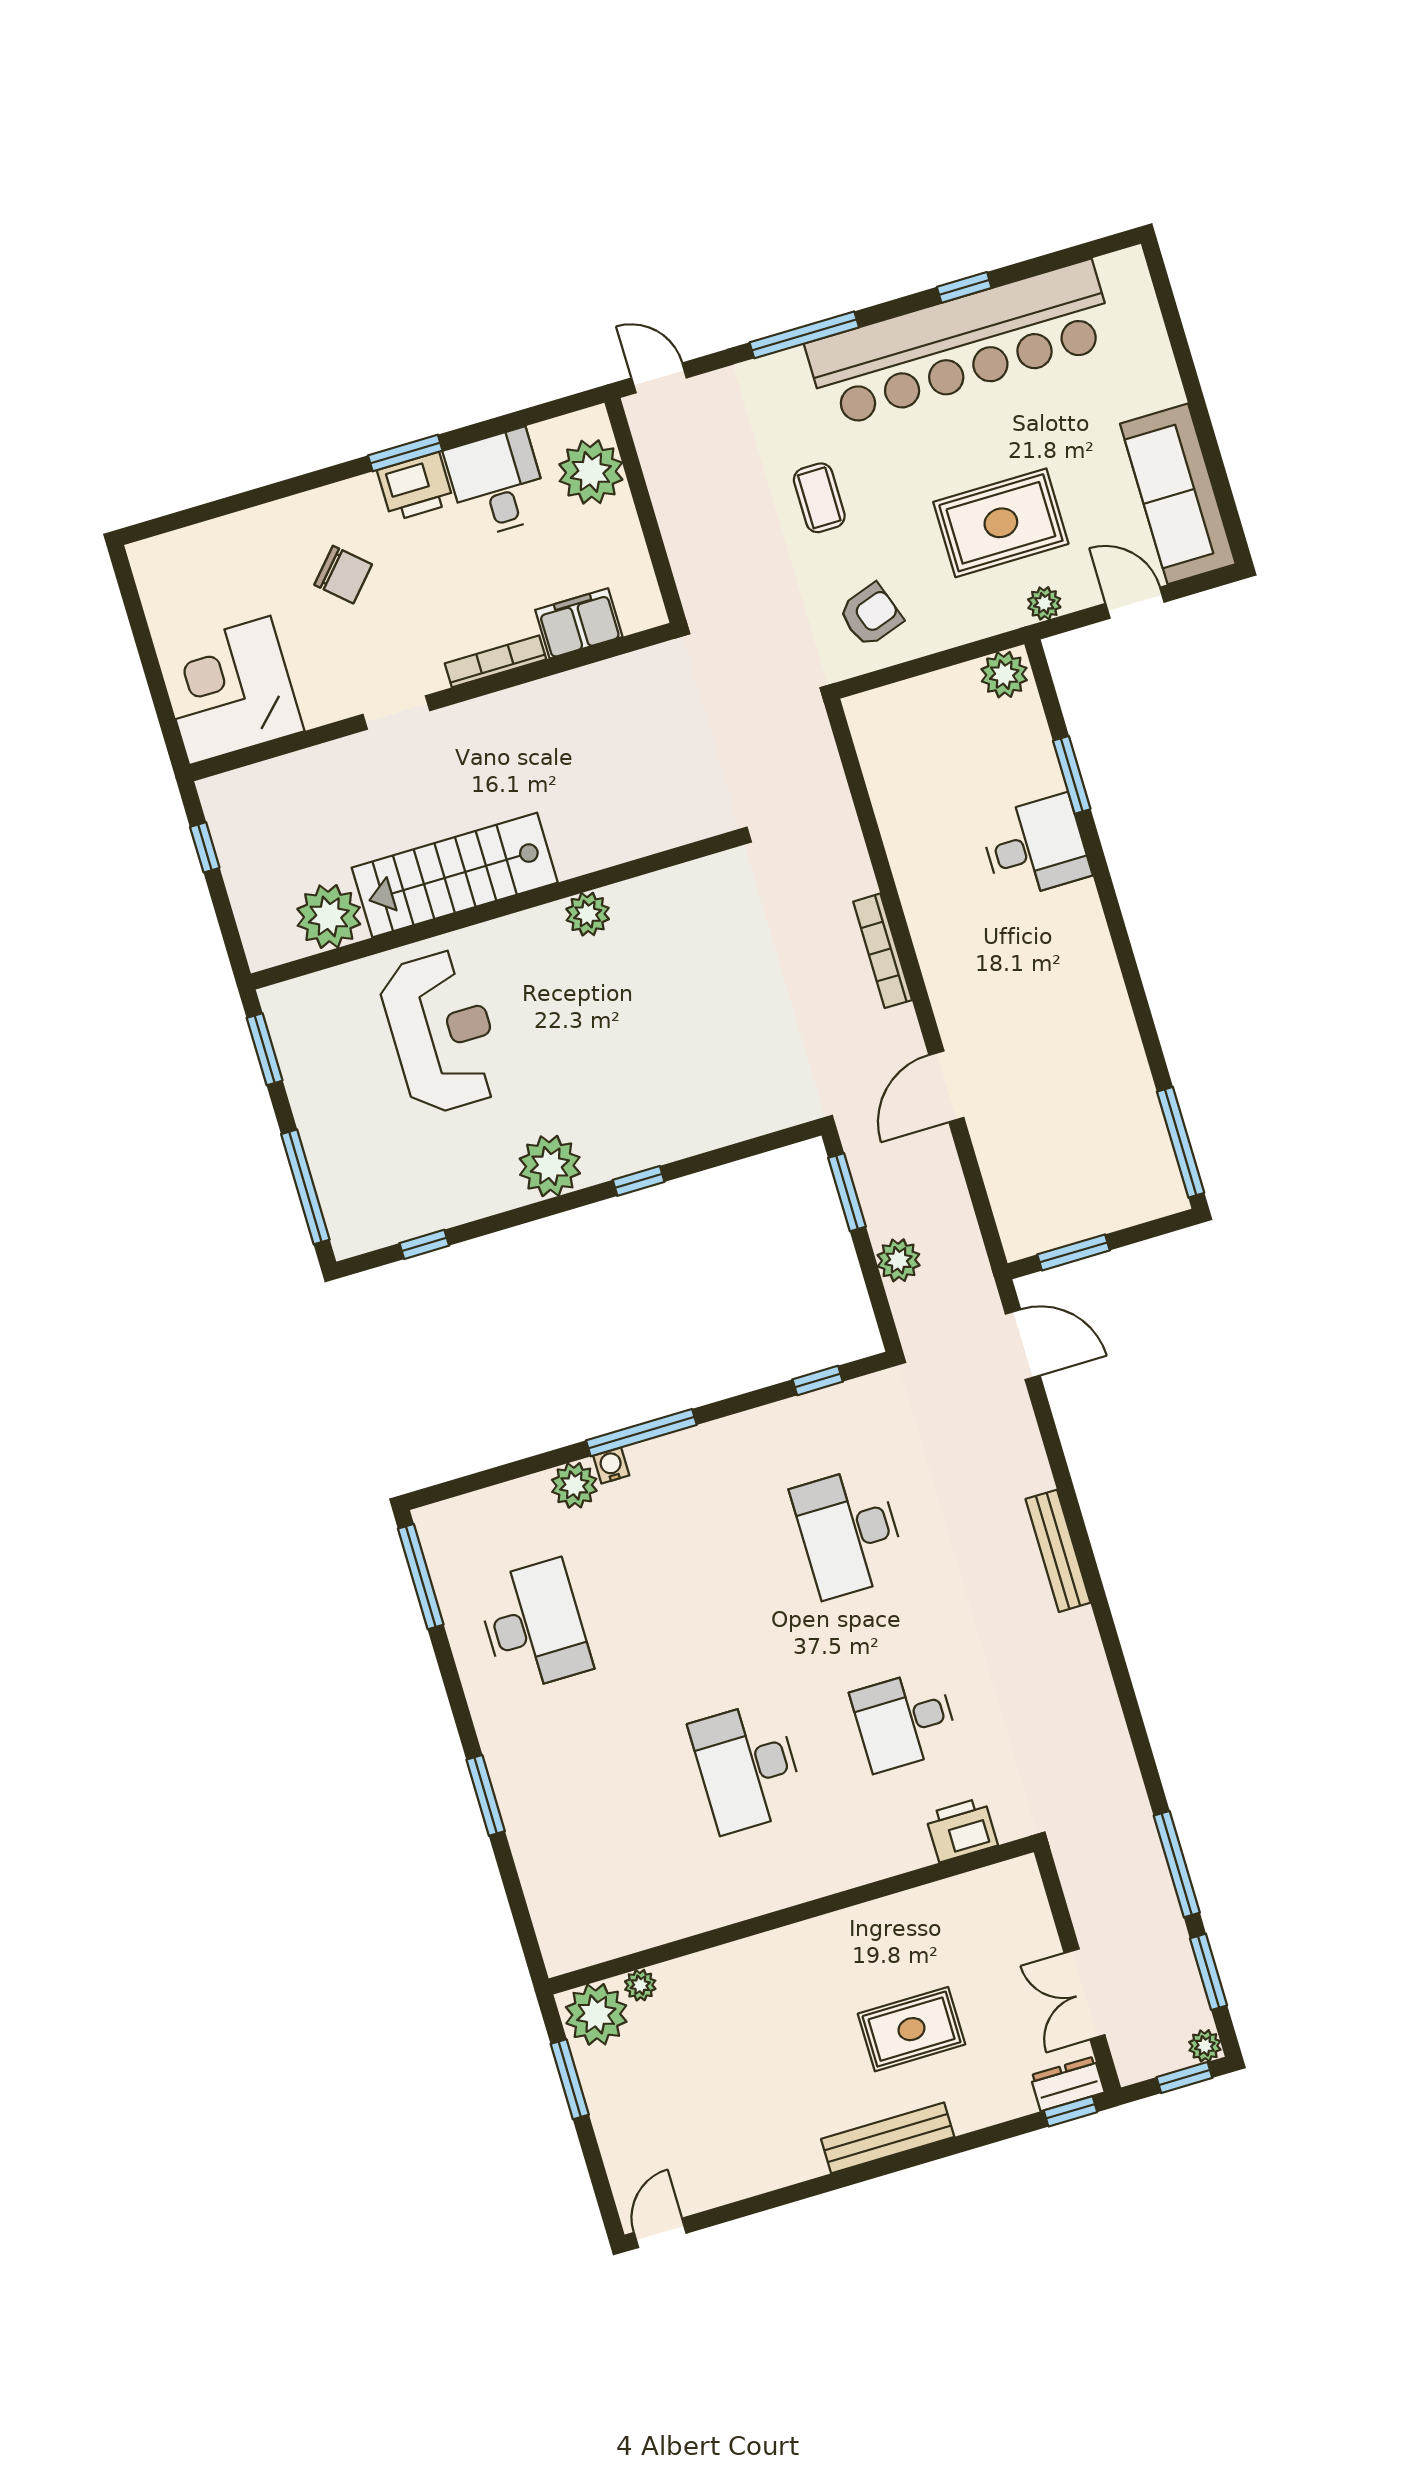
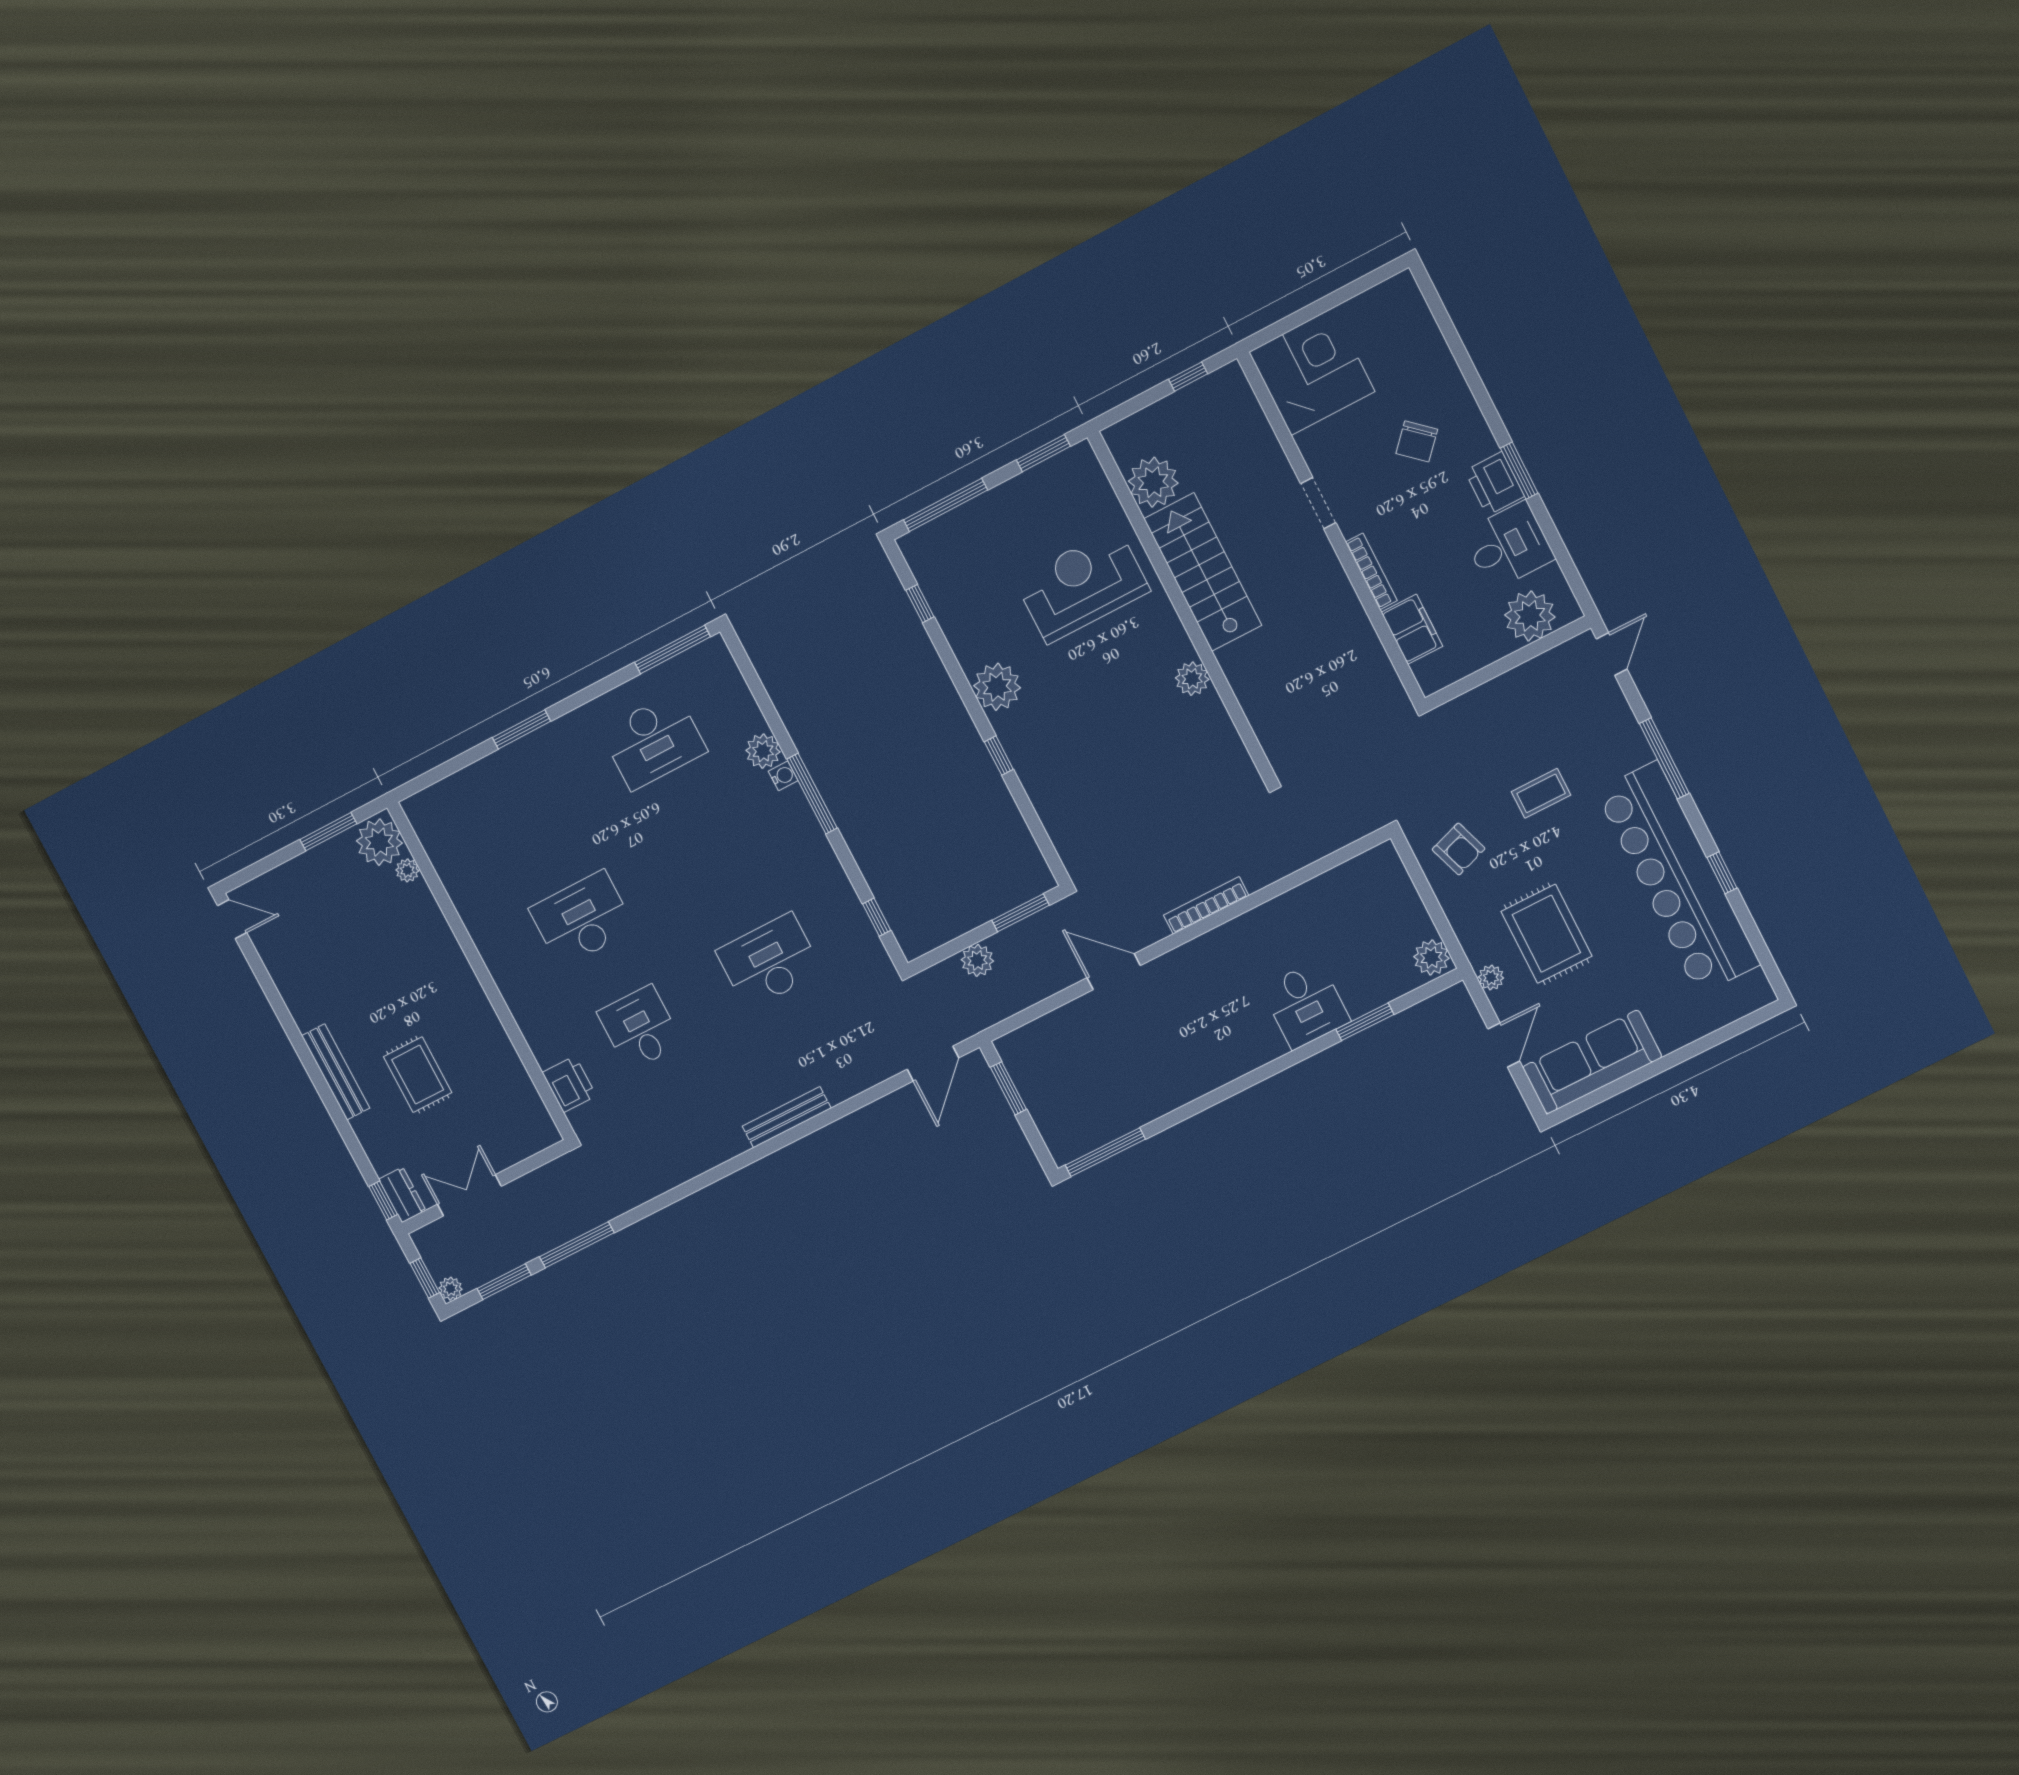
reception desk: (442, 1032) -> (1082, 585), turned 180

